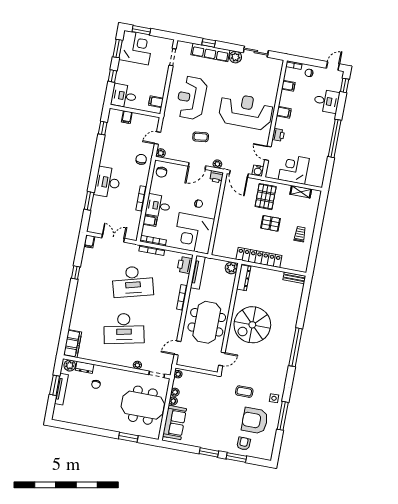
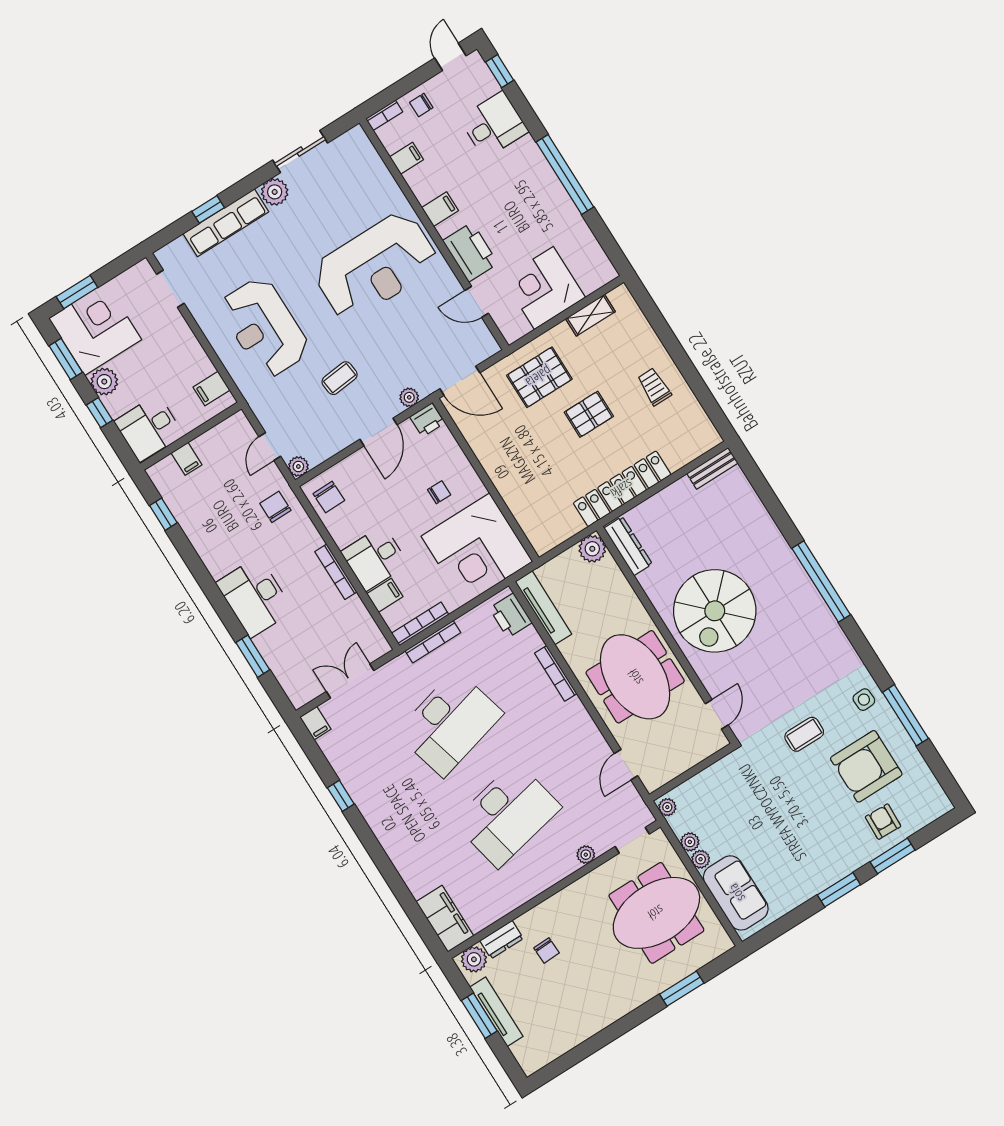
plant: (123, 67) -> (104, 382), added
reception desk: (246, 111) -> (375, 266), turned 180
printer: (278, 135) -> (470, 252), width x1.87, depth x1.48
water cooler: (258, 171) -> (487, 346), removed
pallet: (266, 197) -> (539, 377), turned 90

